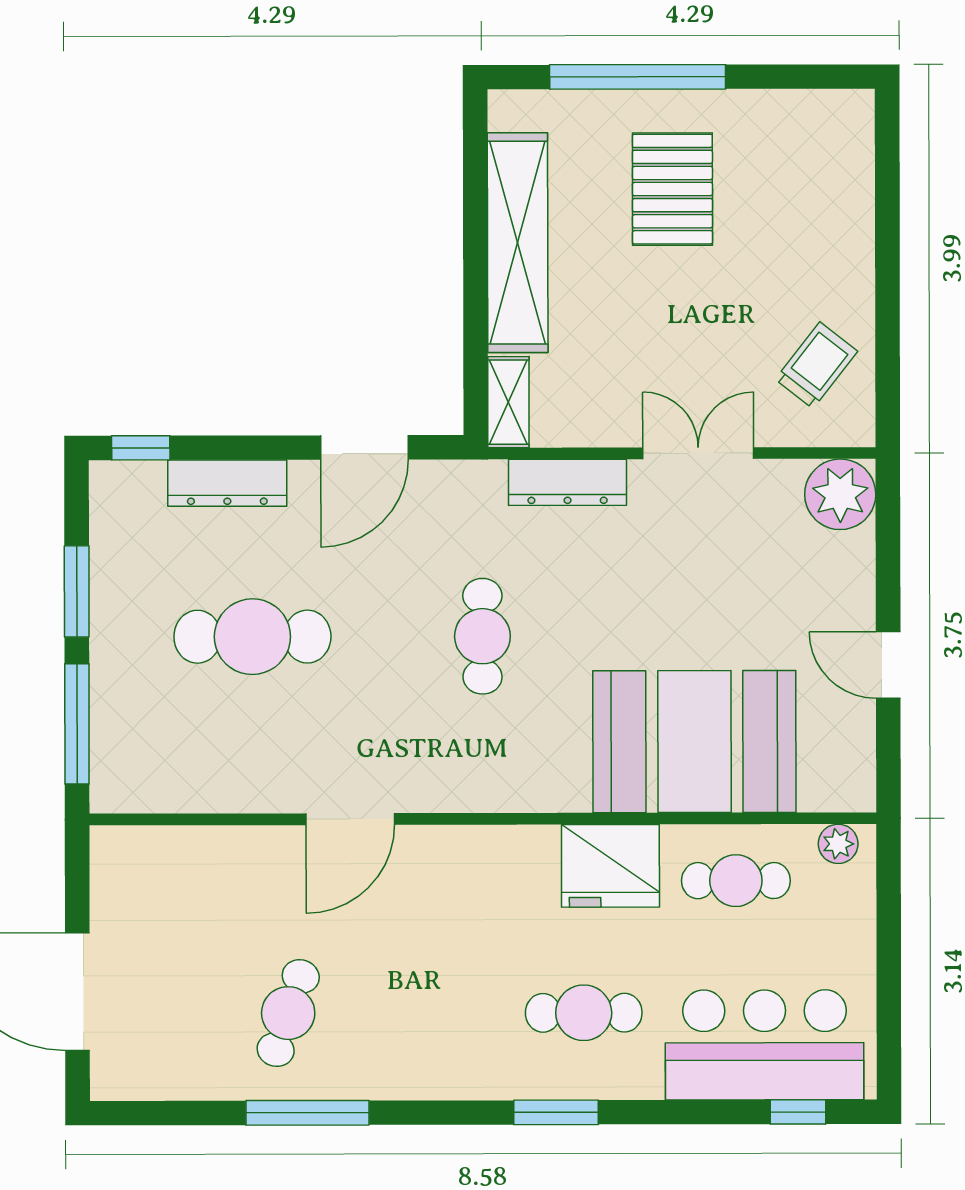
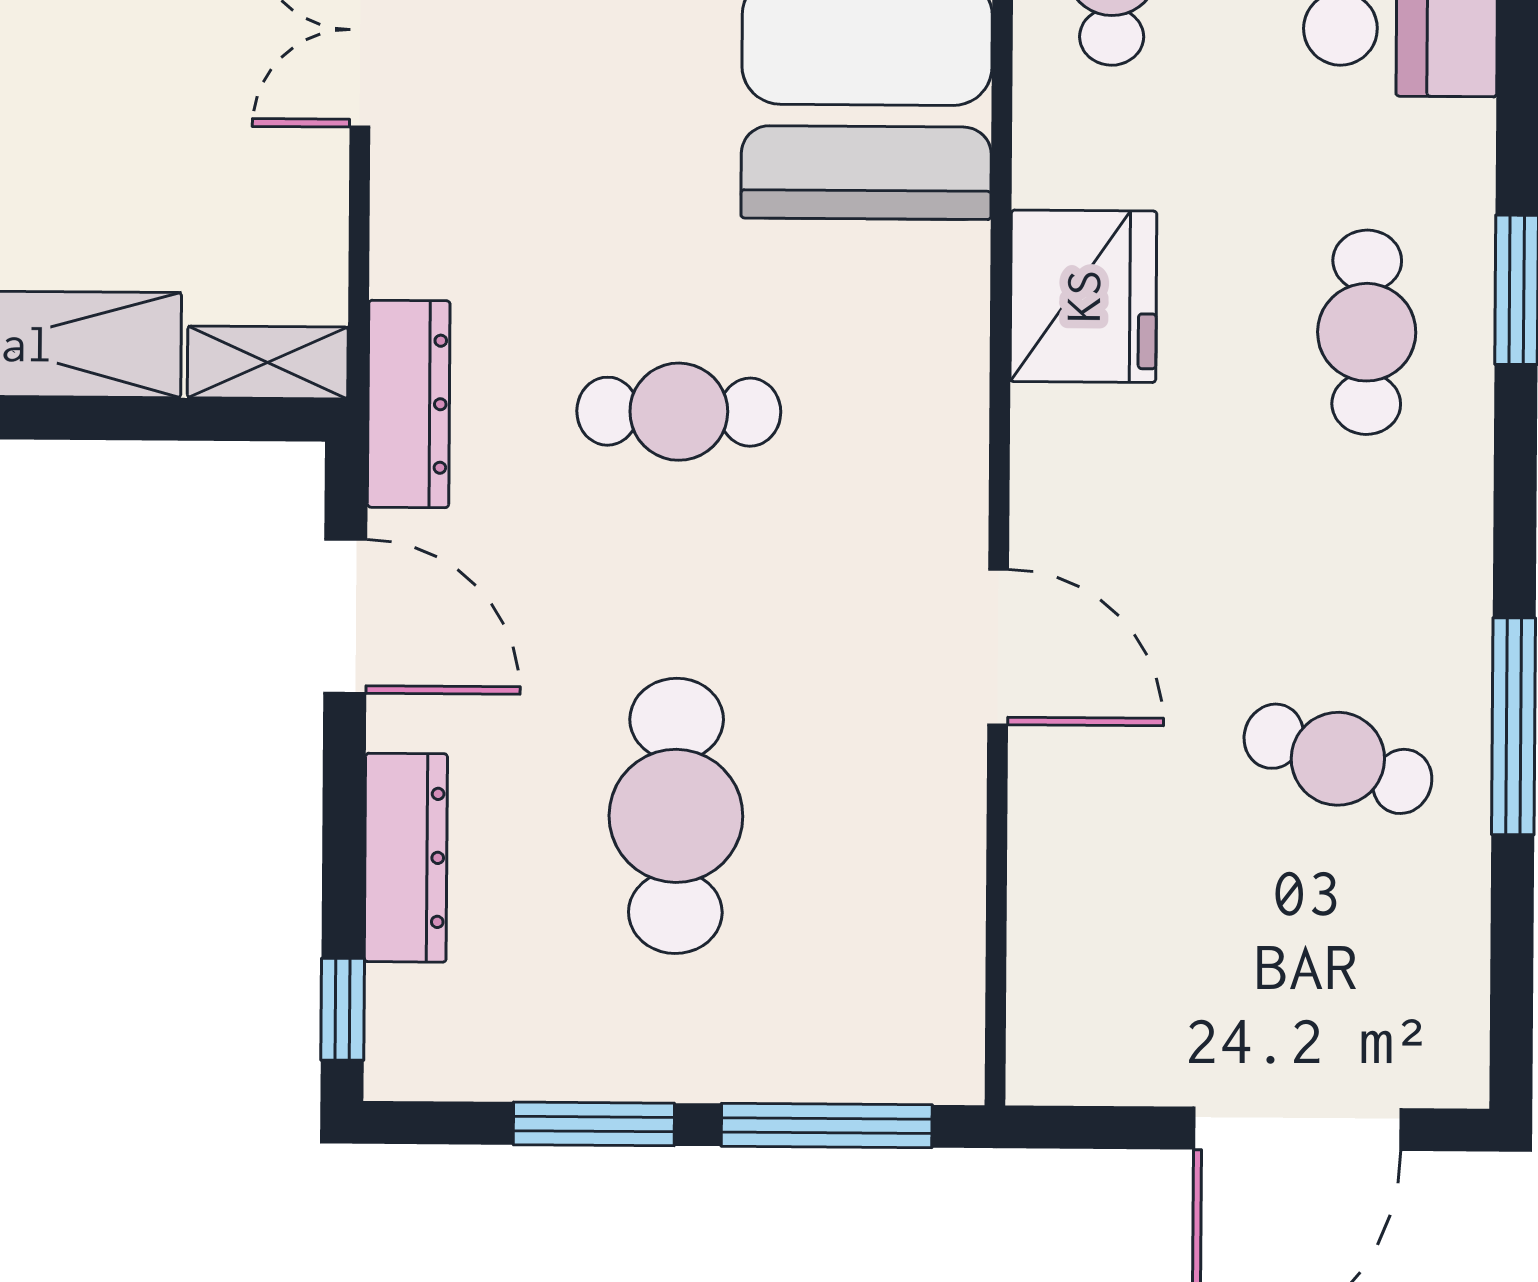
dresser: (568, 482) -> (409, 404), moved
fridge: (610, 866) -> (1083, 296), moved
cafe table: (584, 1013) -> (1367, 332), moved

